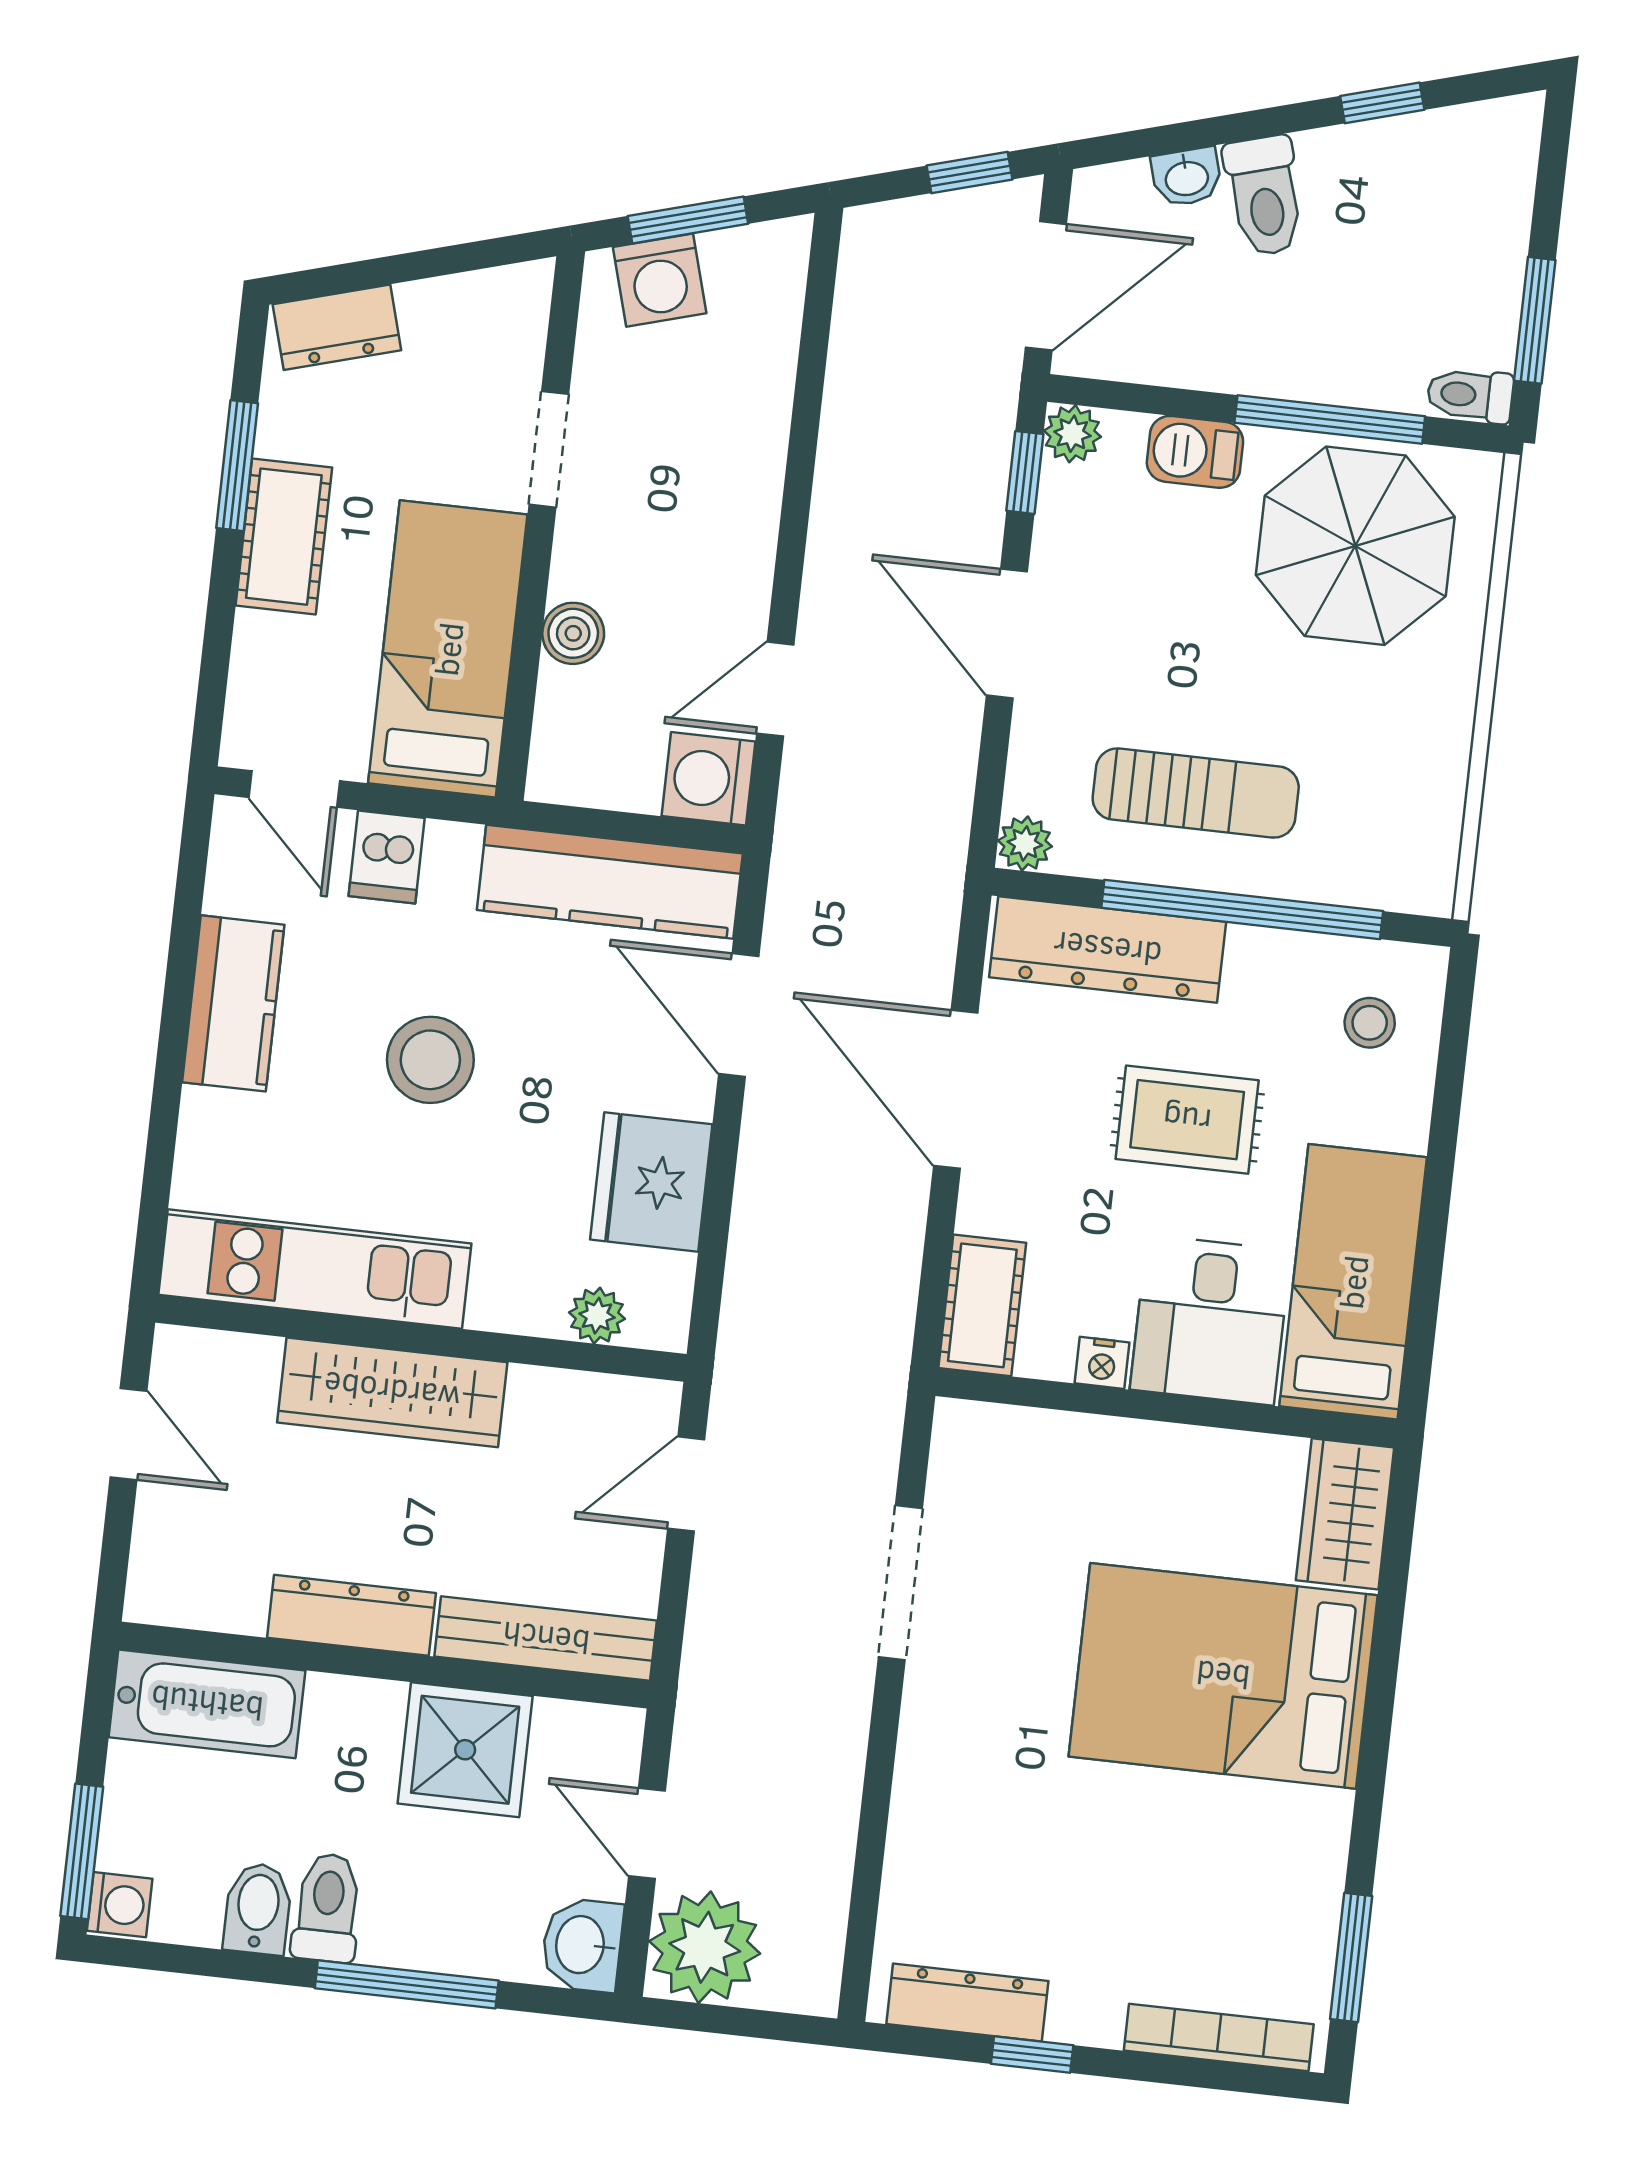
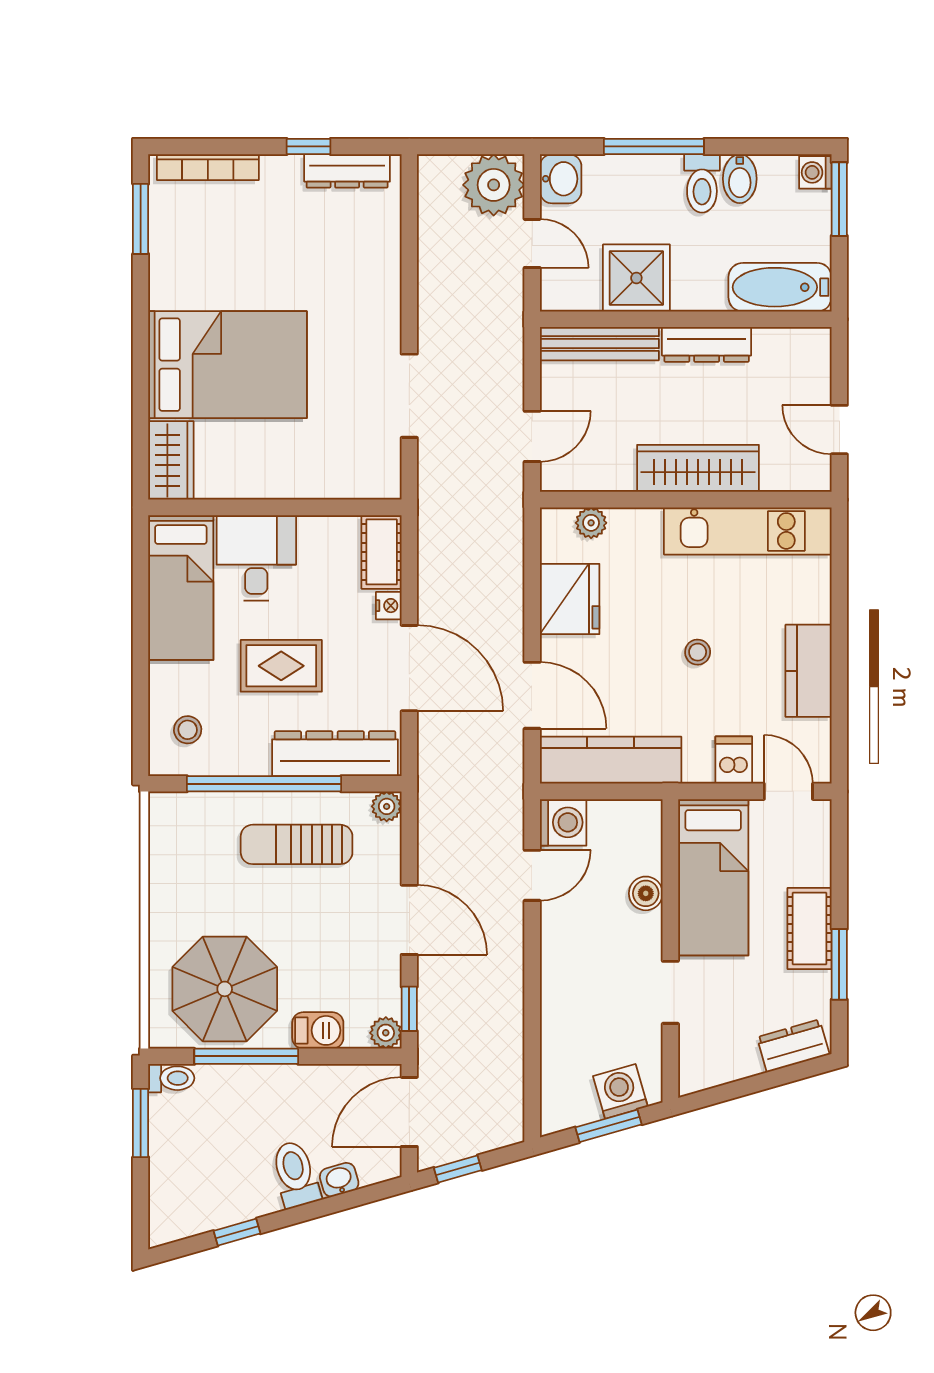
stool: (430, 1060) -> (698, 652), width x0.53, depth x0.53
nightstand: (1102, 1363) -> (389, 606), moved, turned 90

